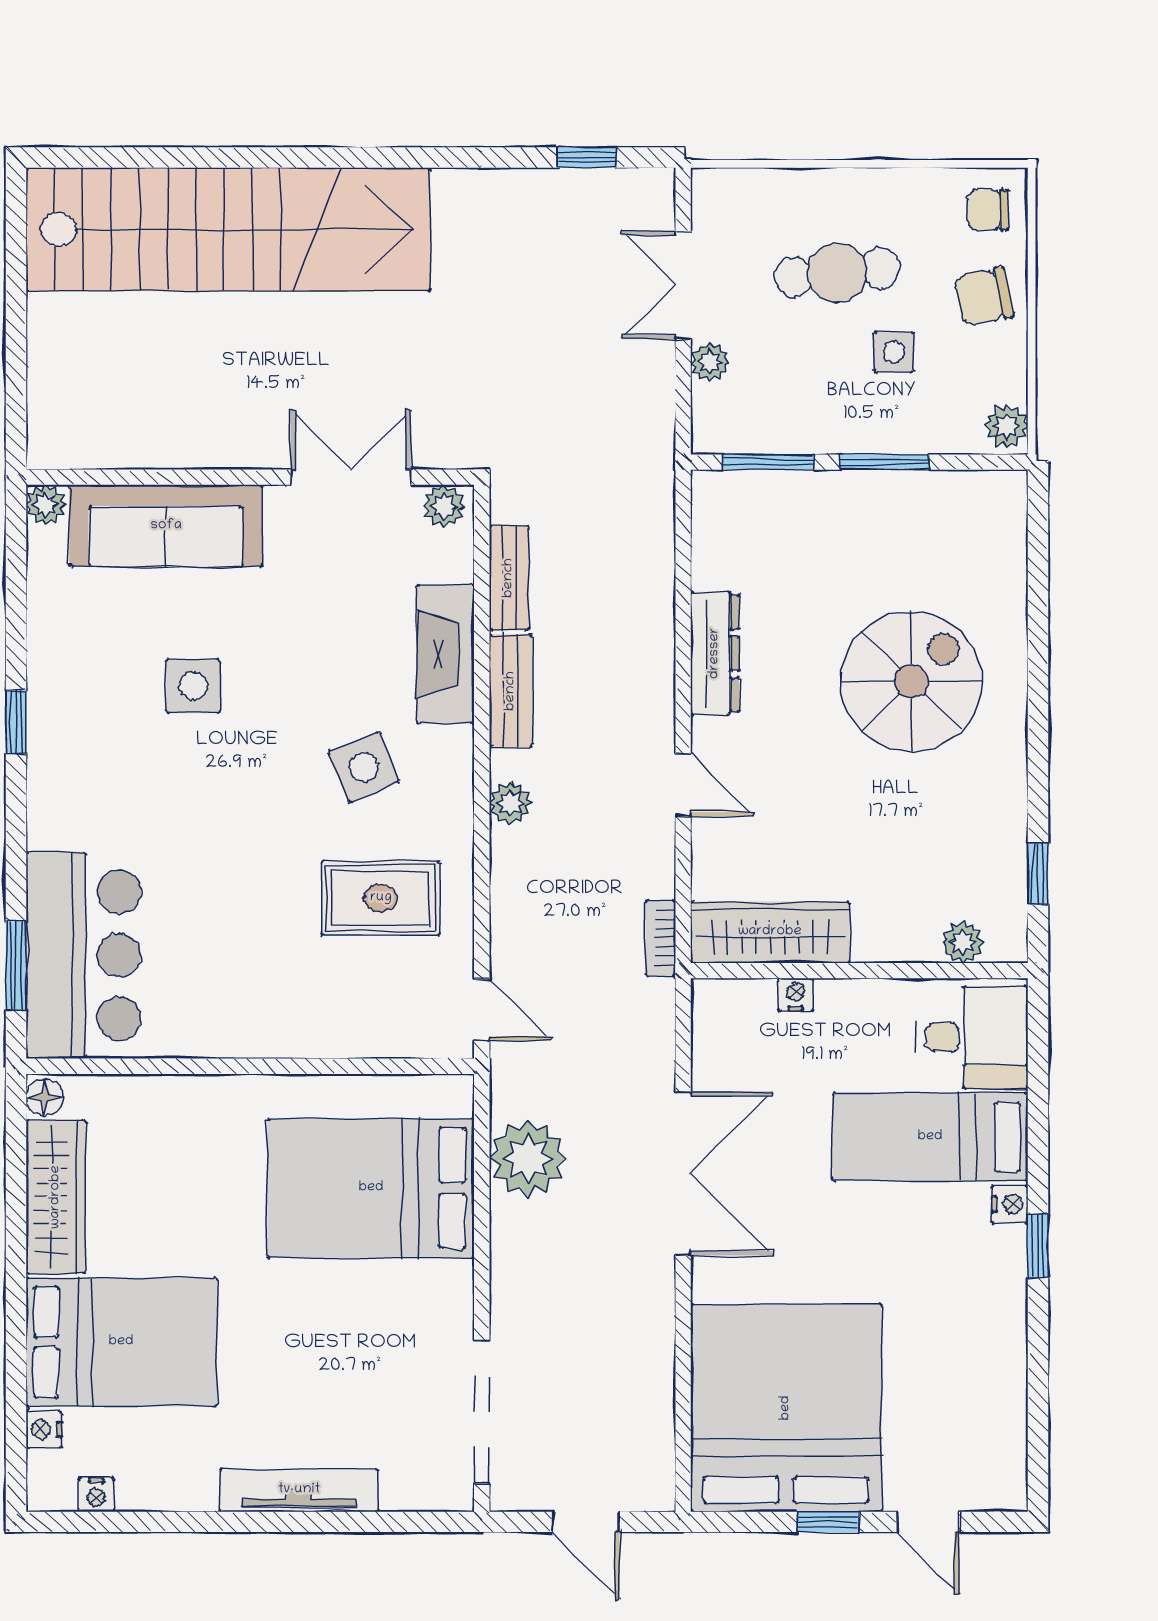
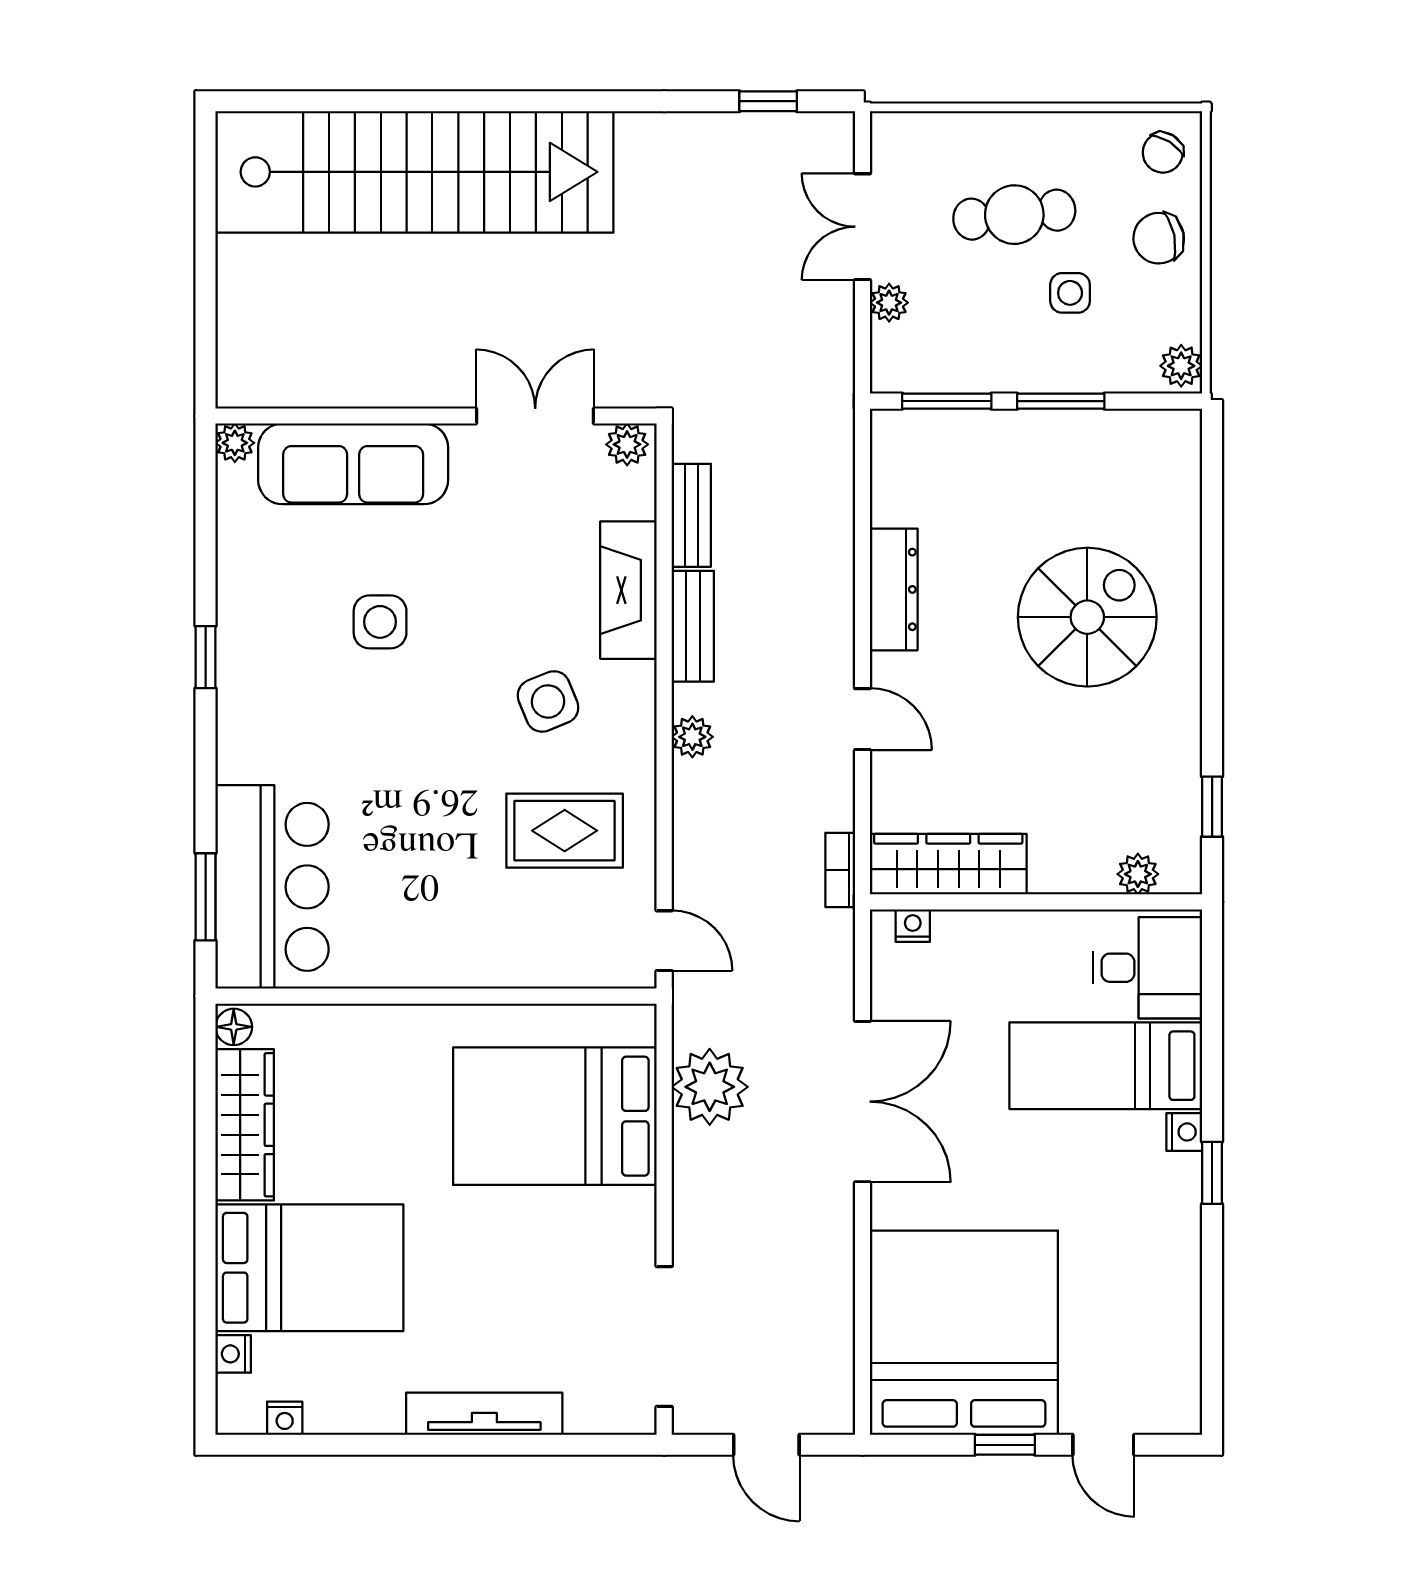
chair: (988, 210) -> (1163, 153), turned -58
nightstand: (796, 995) -> (913, 926), moved

